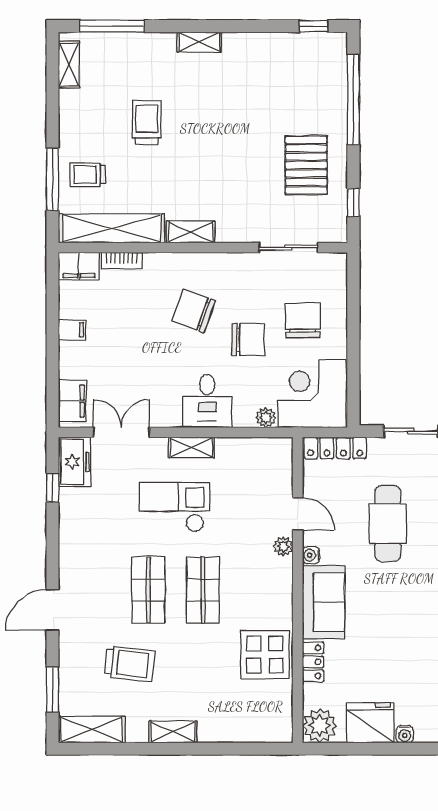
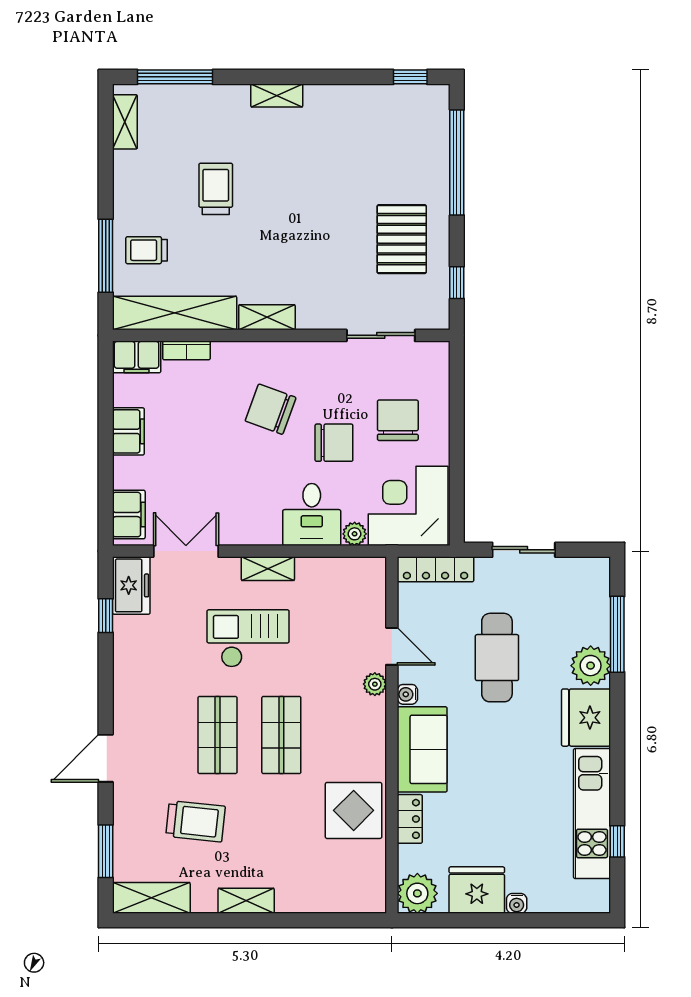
filing cabinet: (72, 330) -> (128, 431), width x2.00
desk: (207, 401) -> (312, 514), moved

